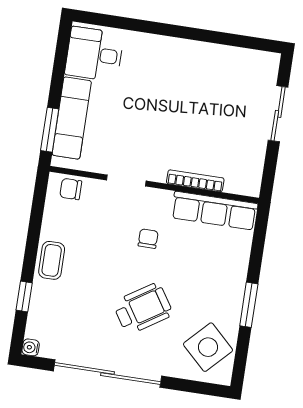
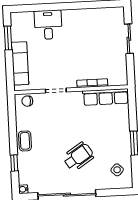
desk: (94, 54) -> (48, 25), moved, turned 90
window: (50, 130) -> (8, 38), moved
chair: (148, 239) -> (74, 119), removed
side table: (208, 347) -> (117, 170), width x0.54, depth x0.54

